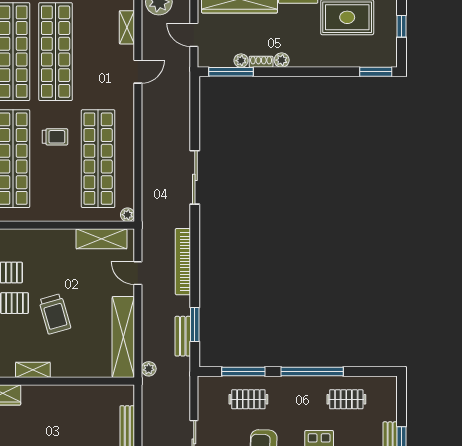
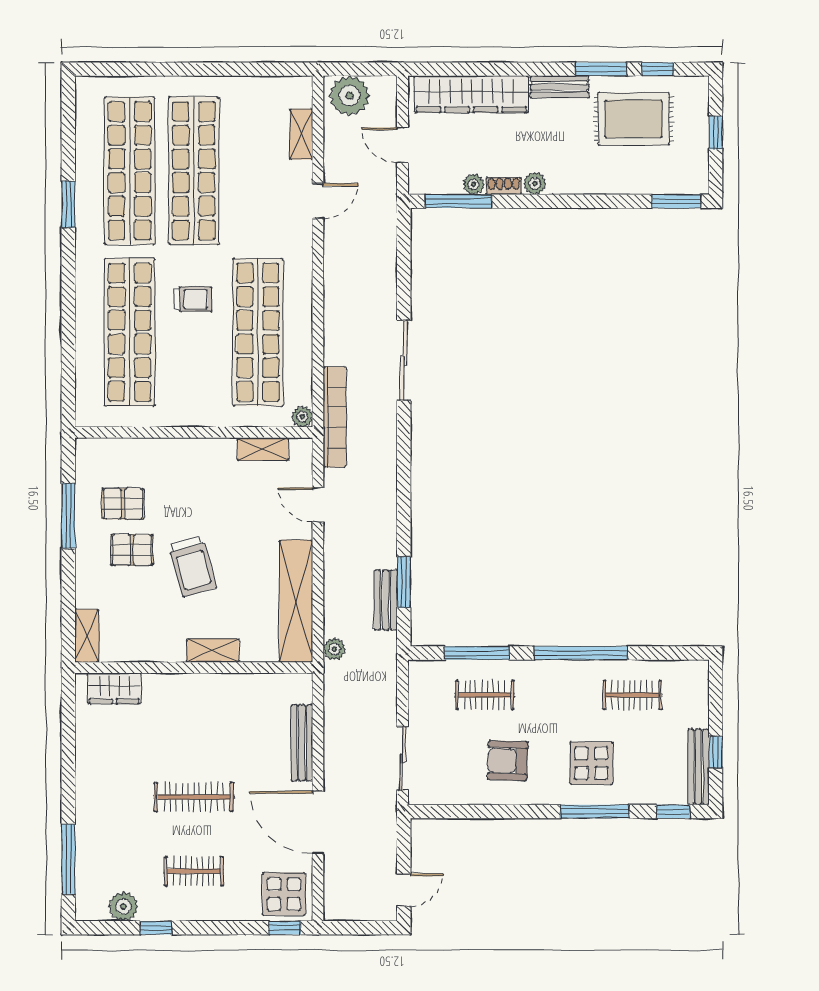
shelving: (101, 239) -> (263, 449), width x0.67, depth x0.75
bookcase: (183, 262) -> (335, 417), moved, turned 180
shelving: (33, 370) -> (213, 651), moved

